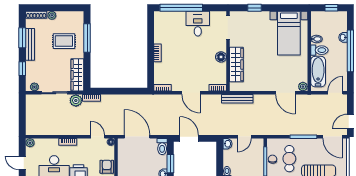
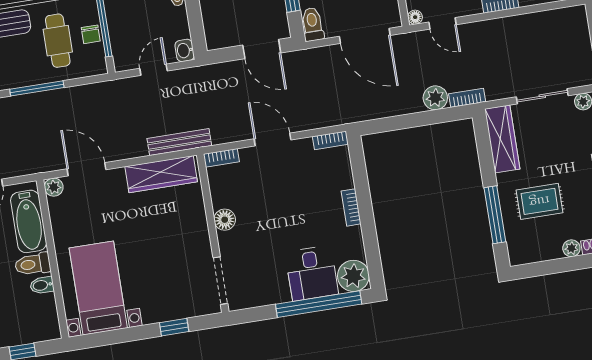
plant: (162, 19) -> (353, 276), added
desk: (198, 24) -> (312, 273), moved
wardrobe: (236, 64) -> (161, 174), moved, turned -90
plant: (76, 100) -> (435, 98), moved

